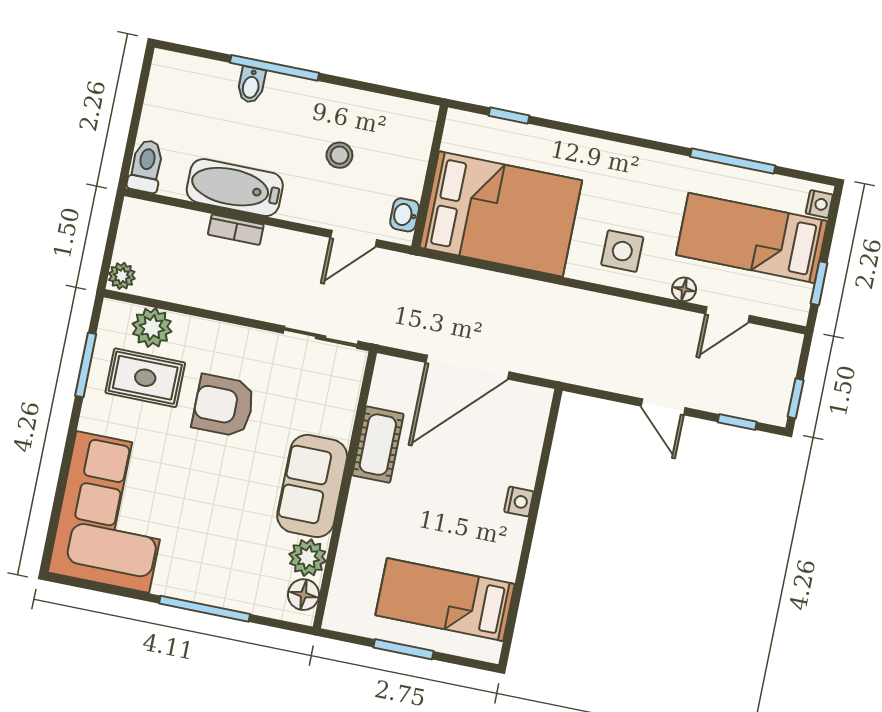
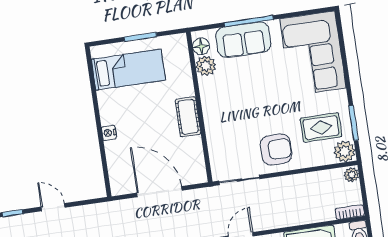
bookcase: (236, 230) -> (350, 212), moved
plant: (152, 328) -> (344, 151), moved
door: (467, 367) -> (159, 192), hinge flipped
armchair: (223, 406) -> (276, 149), moved
cot: (378, 445) -> (188, 117), moved
sofa: (312, 486) -> (243, 40), moved, turned 90

